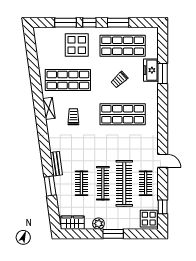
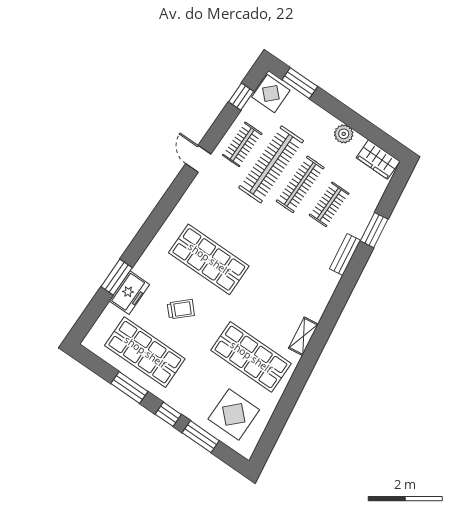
display table: (77, 45) -> (234, 414), moved
trolley: (73, 117) -> (278, 302), removed
window: (113, 234) -> (300, 83), moved

